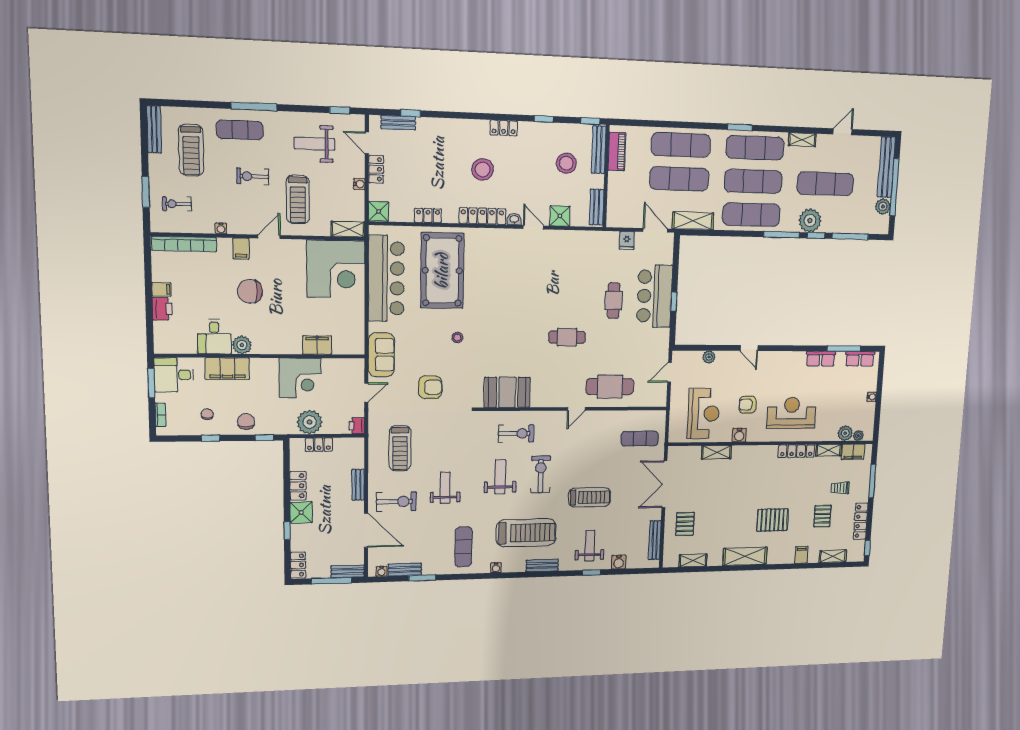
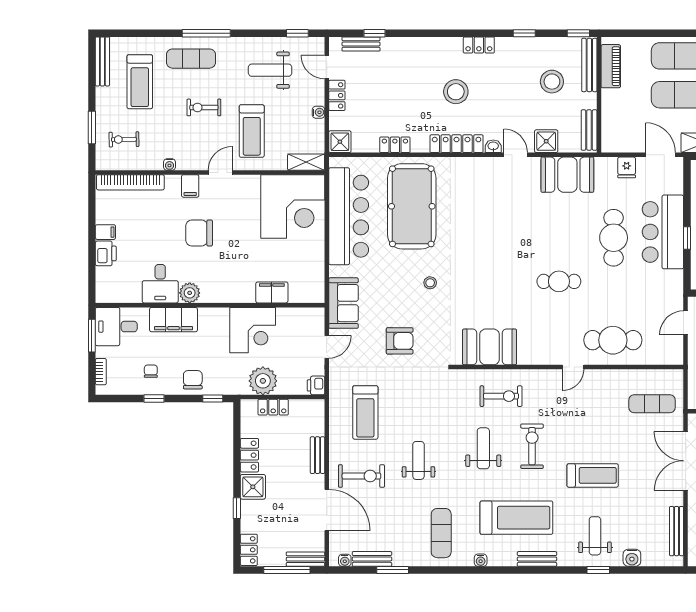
booth: (577, 246) -> (567, 175), added
cafe table: (614, 301) -> (614, 238), width x1.37, depth x1.35

